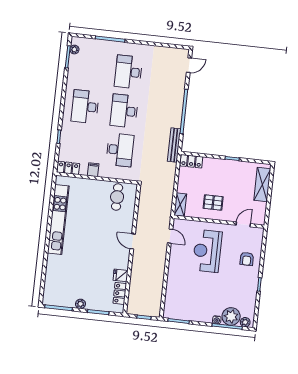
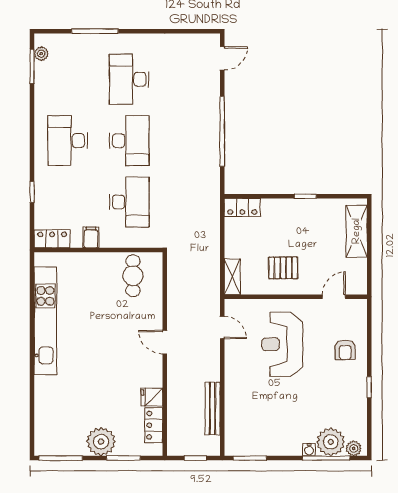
desk: (124, 111) -> (129, 141), turned 180
bench: (174, 145) -> (213, 408), moved
plant: (80, 304) -> (101, 442), width x1.88, depth x1.88

